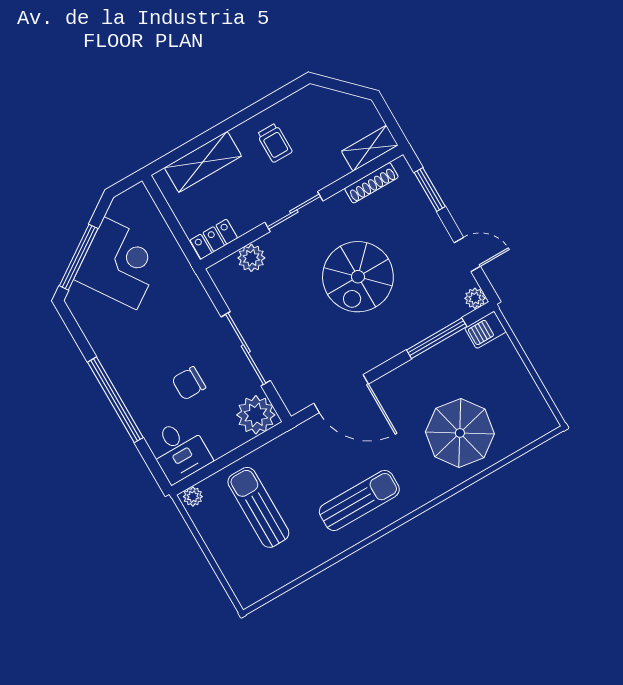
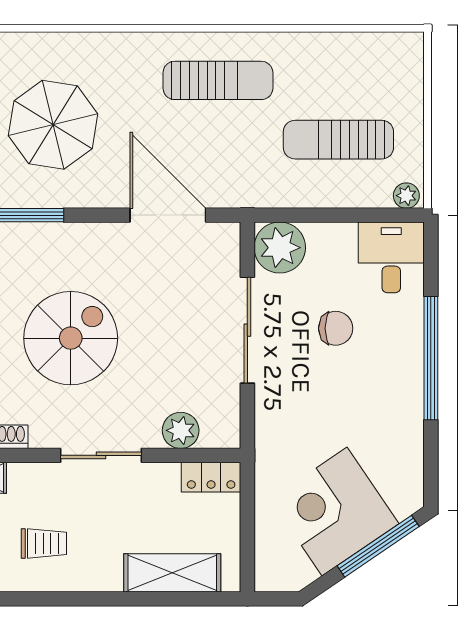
trolley: (275, 143) -> (44, 543), moved, turned 90
parasol: (460, 433) -> (53, 125), moved
sun lounger: (359, 500) -> (218, 80), turned 180
sun lounger: (258, 507) -> (338, 140), turned 90

